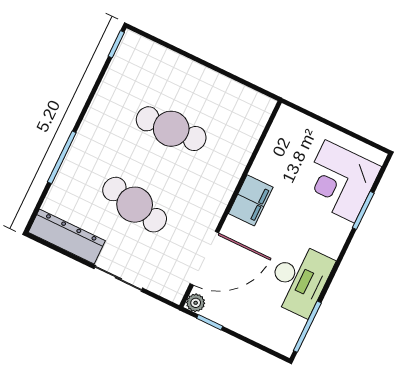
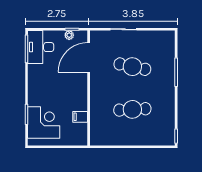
filing cabinet: (251, 200) -> (80, 117), moved, width x0.50
dresser: (67, 237) -> (156, 37), removed
desk: (299, 279) -> (41, 47), moved
plant: (196, 303) -> (69, 35), moved

